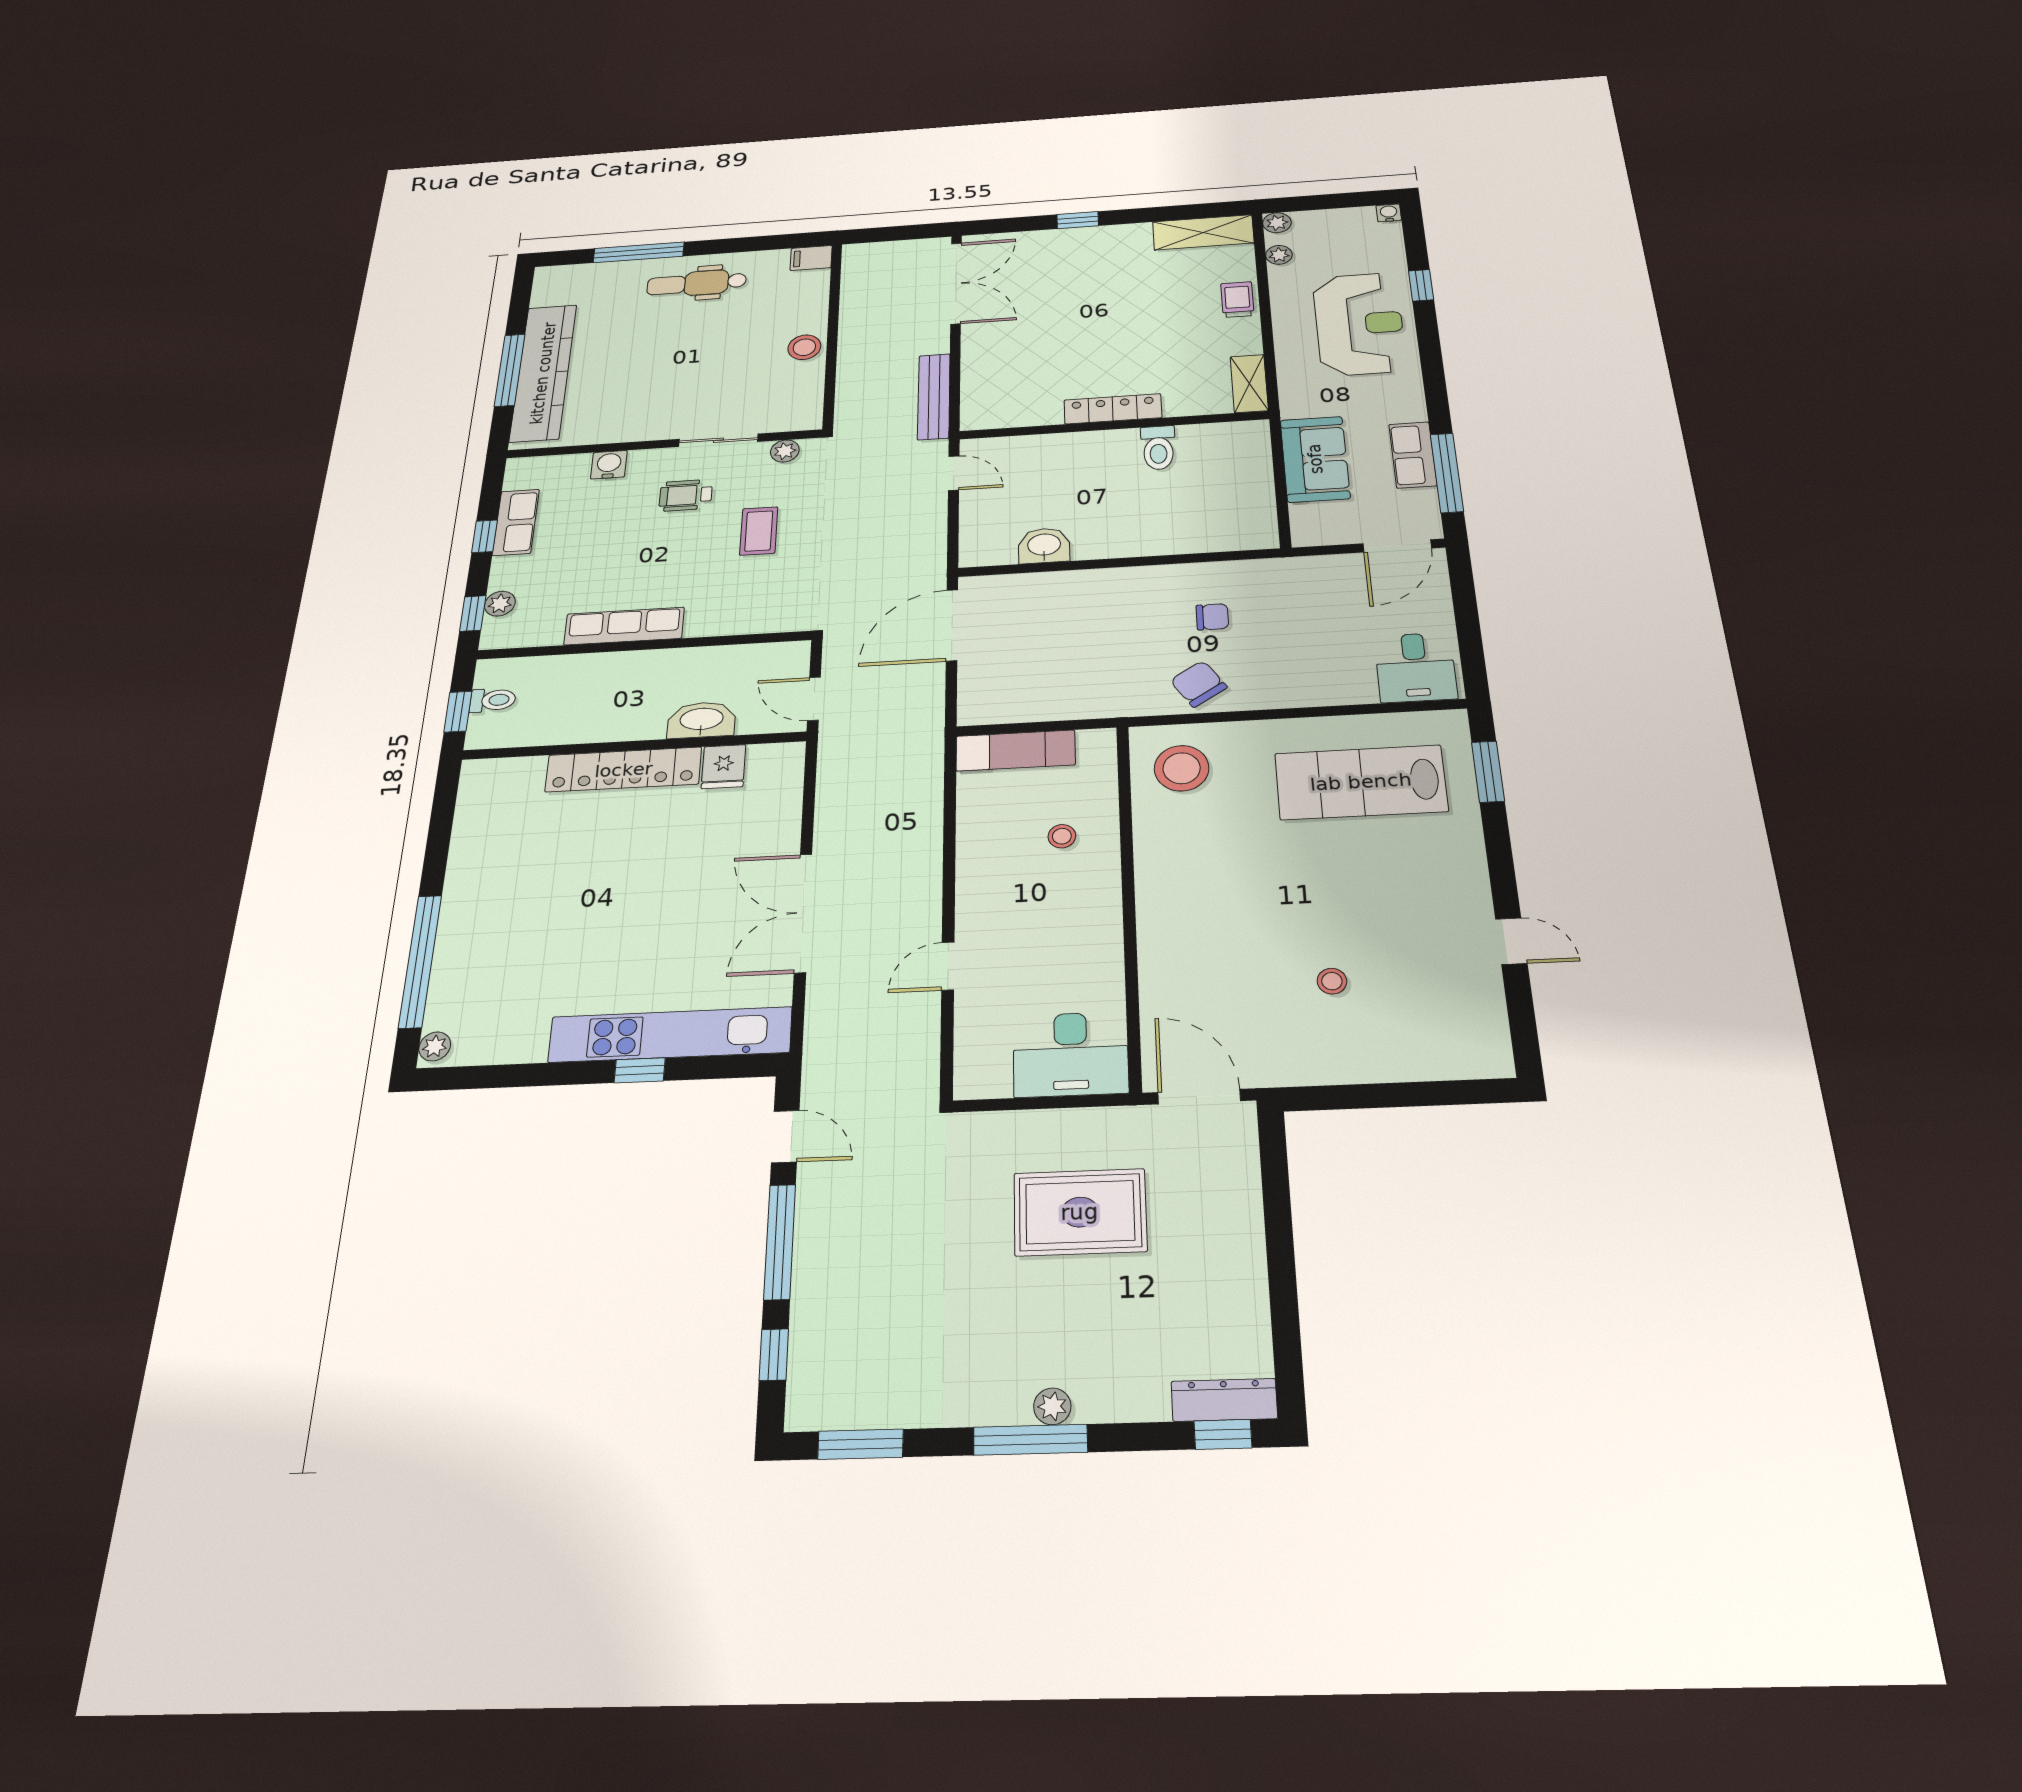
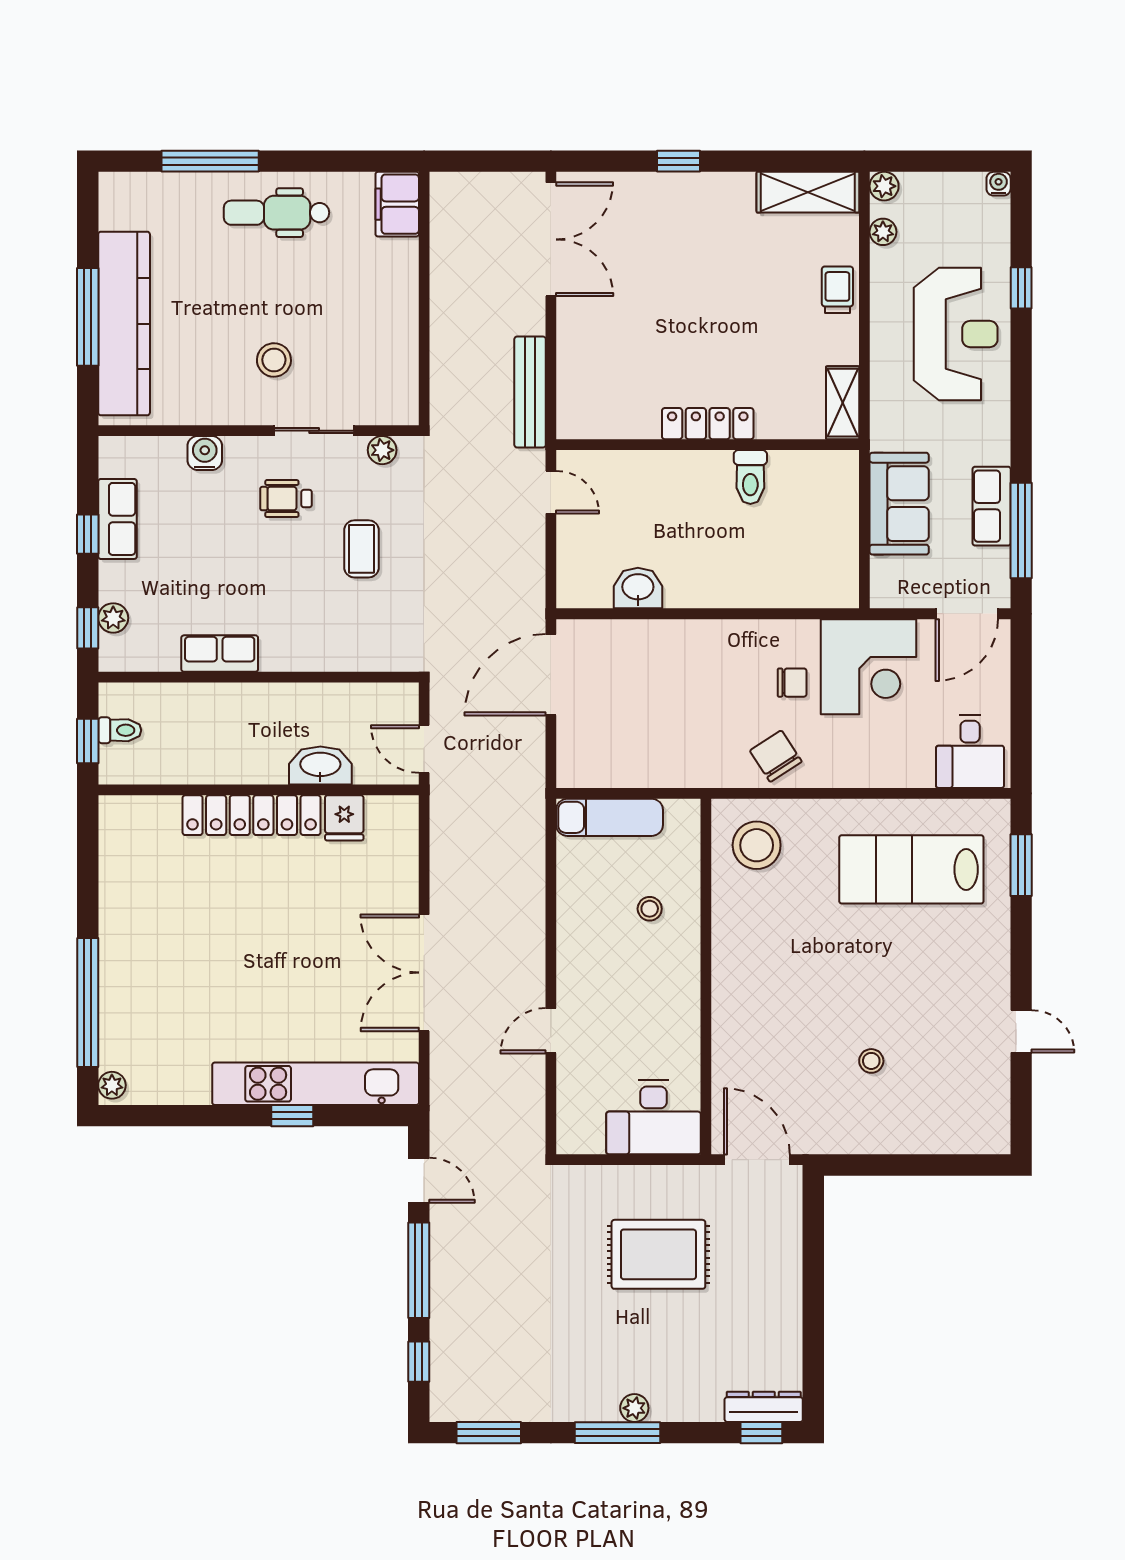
filing cabinet: (811, 258) -> (397, 204), width x2.00
stool: (804, 347) -> (274, 360), moved
corner desk: (1295, 598) -> (869, 667), added
row of seats: (624, 626) -> (220, 654), width x0.68

